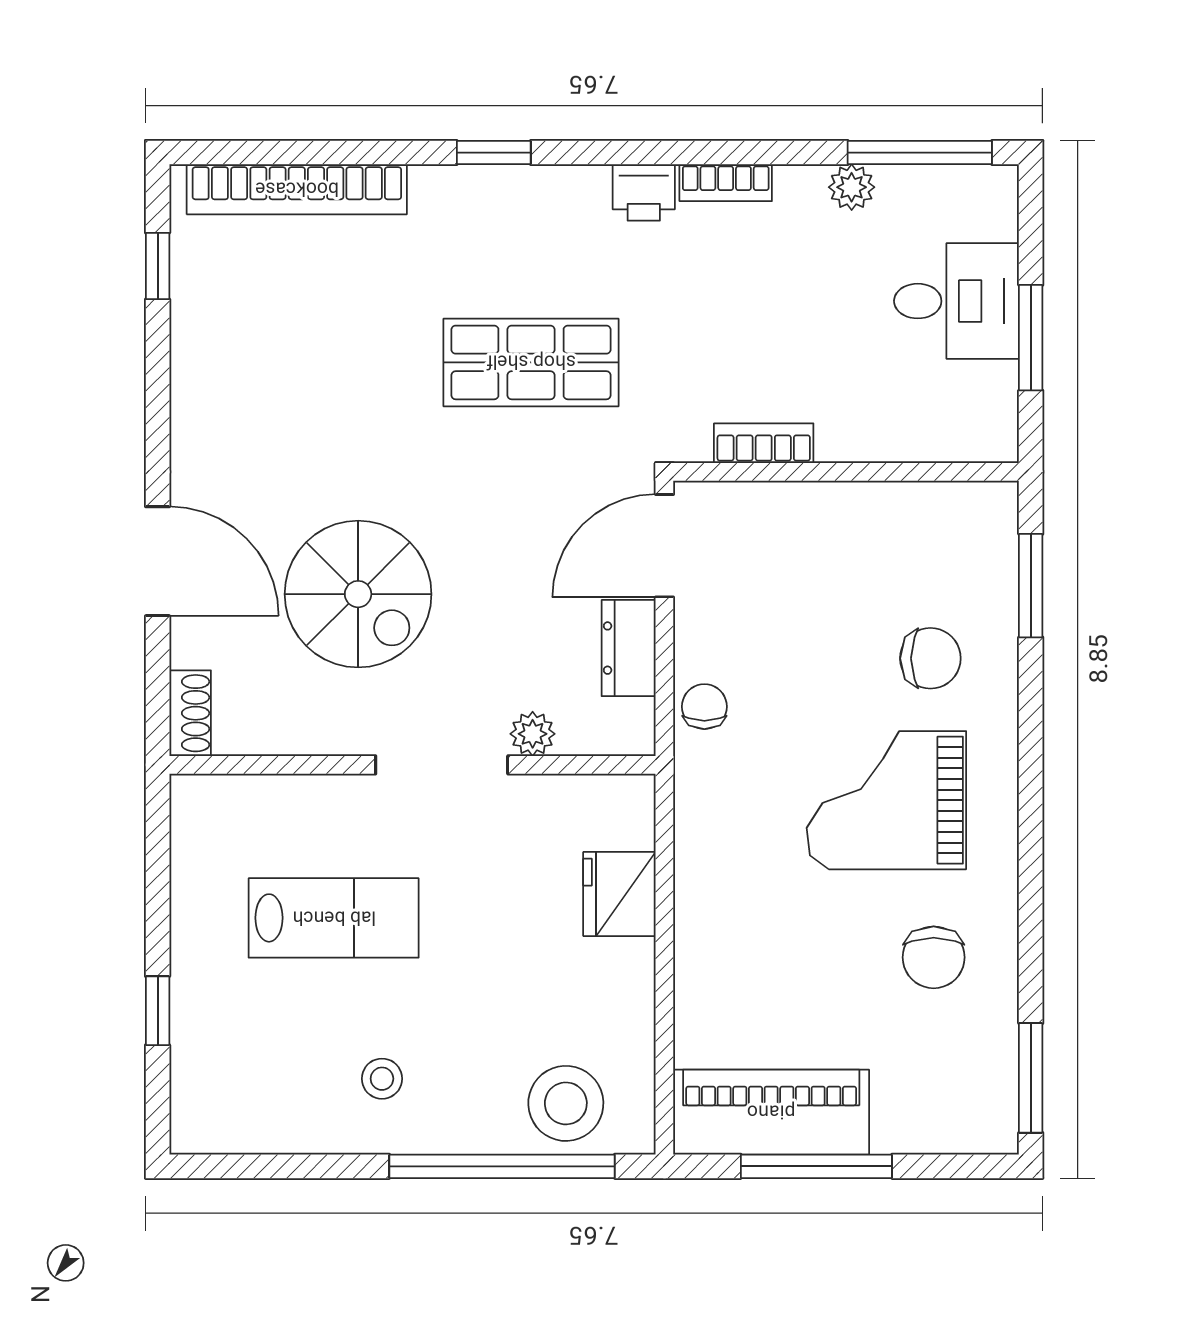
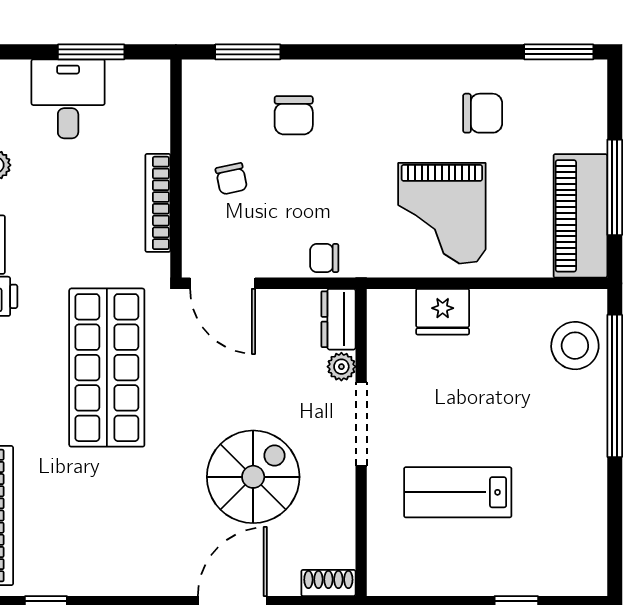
shop shelf: (531, 362) -> (107, 368), width x1.43, depth x1.36
bookcase: (764, 443) -> (158, 203), width x1.56
chair: (830, 560) -> (231, 179), added
dresser: (629, 648) -> (338, 319), moved, turned 90
chair: (930, 658) -> (294, 115), turned 180
grand piano: (886, 800) -> (442, 213), moved
lab bench: (334, 918) -> (458, 492), turned -90
stool: (382, 1079) -> (559, 462), removed

